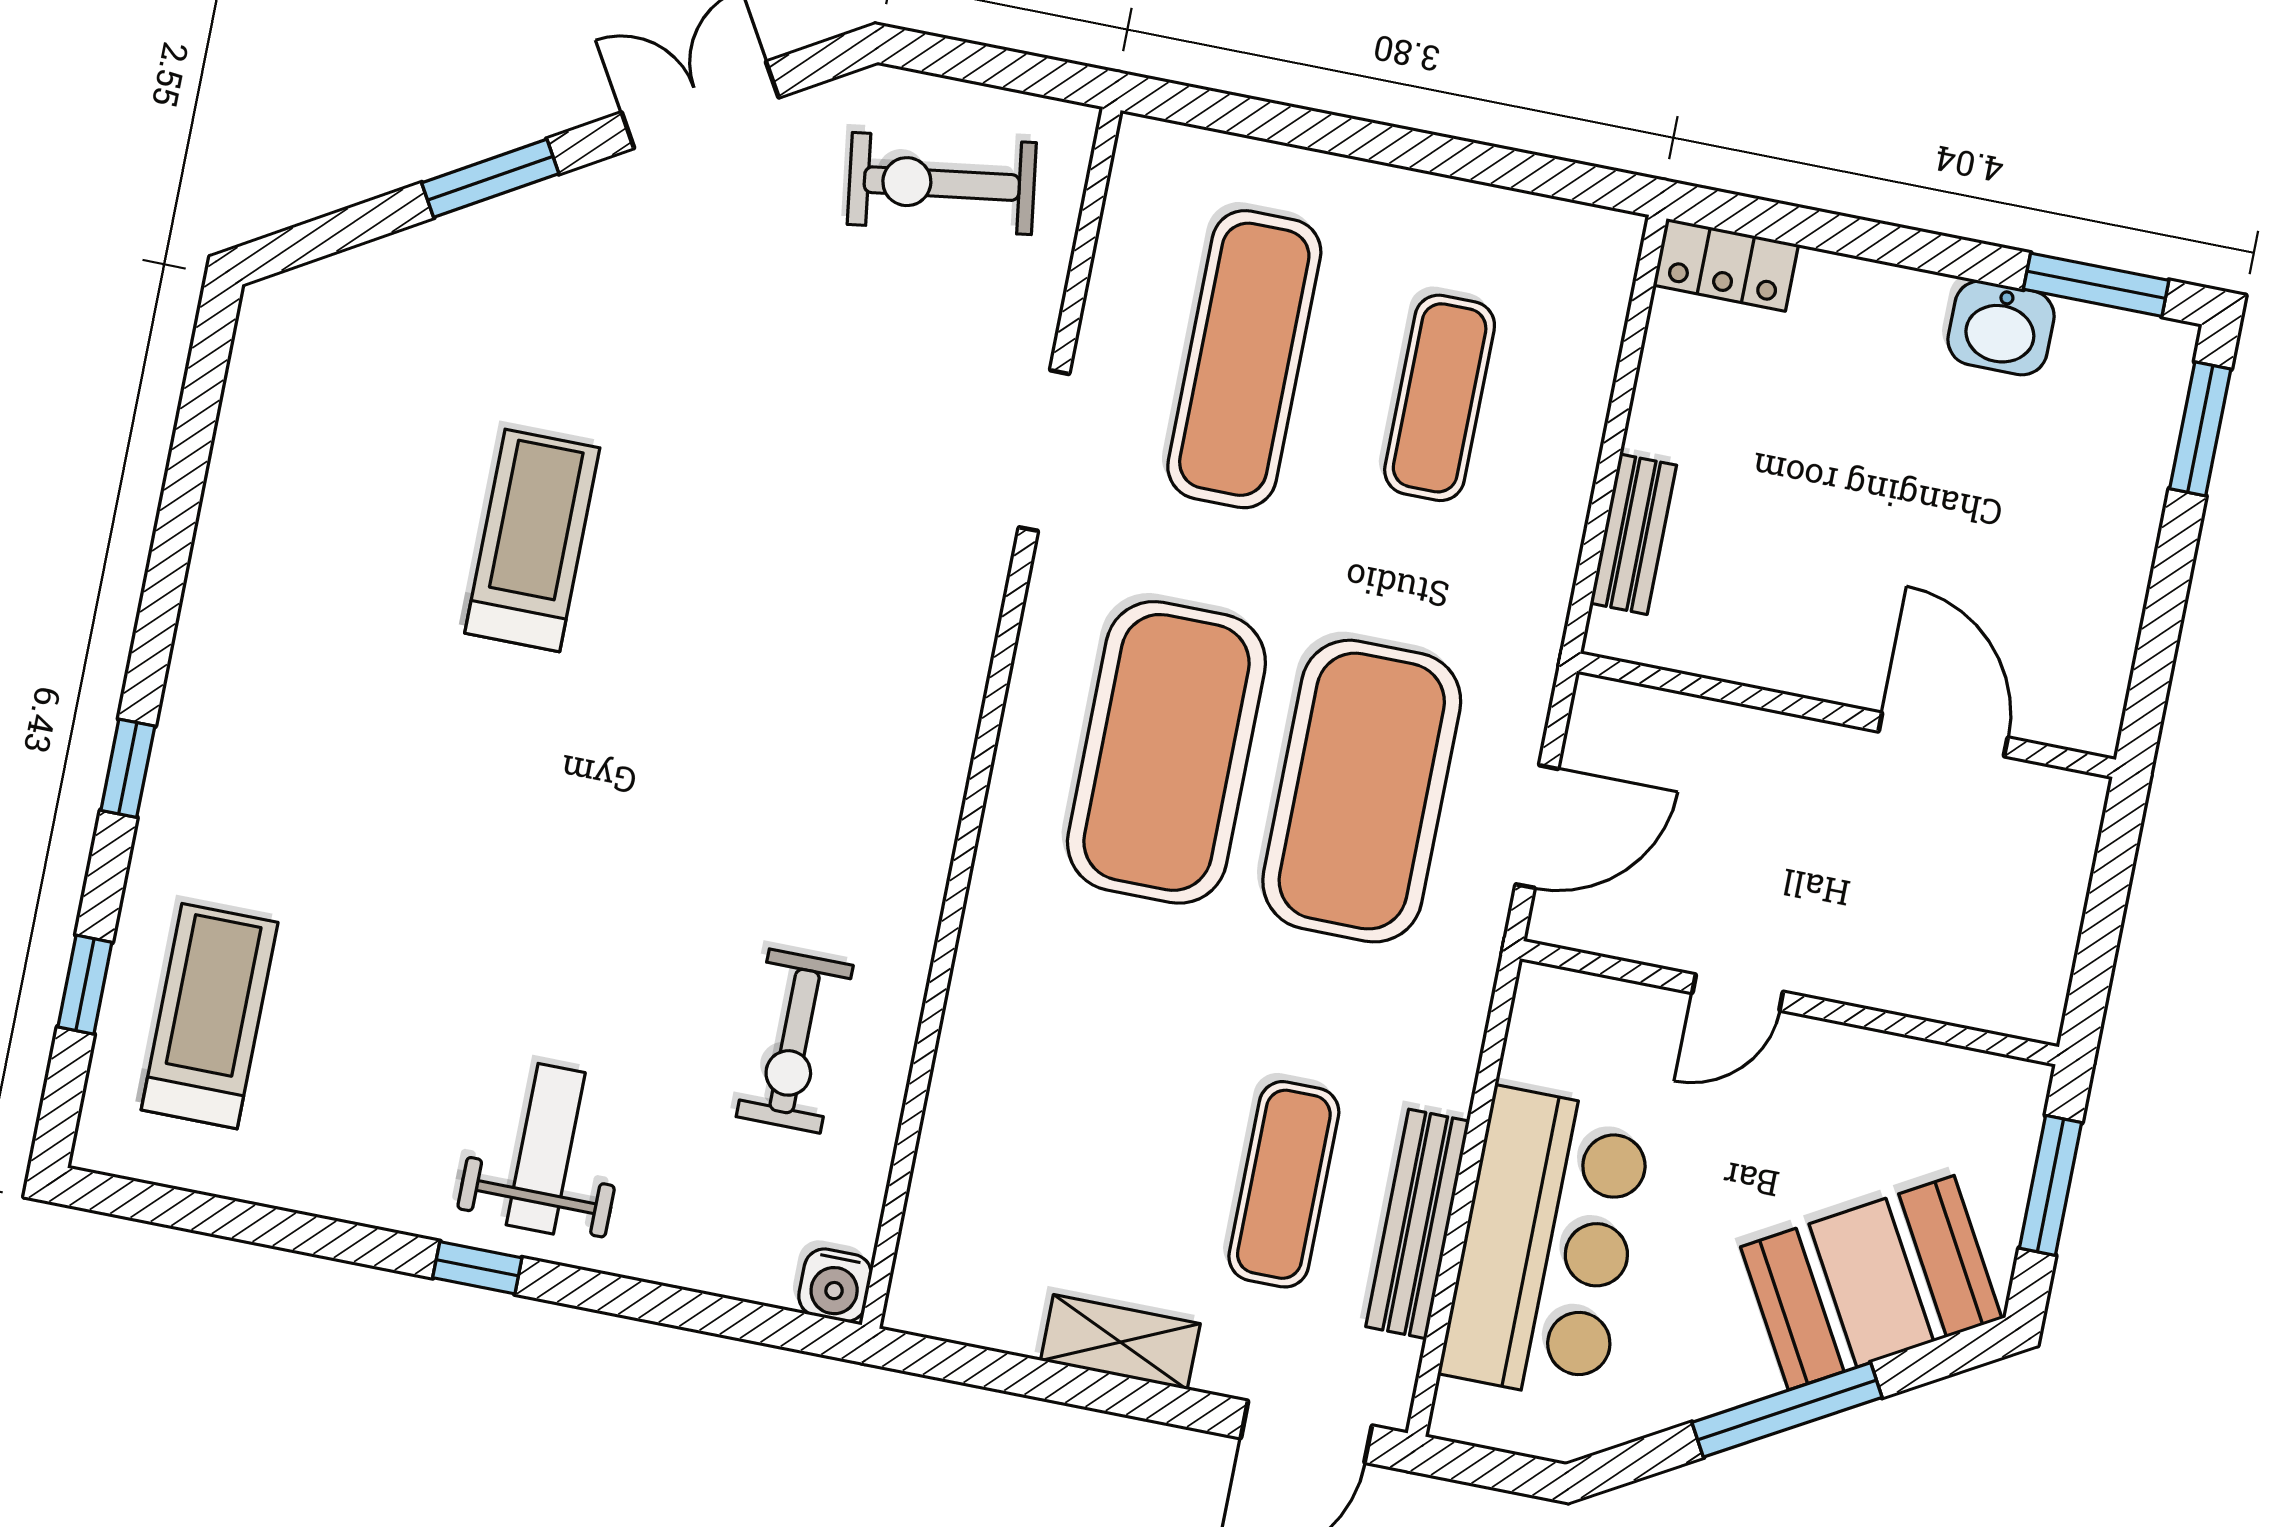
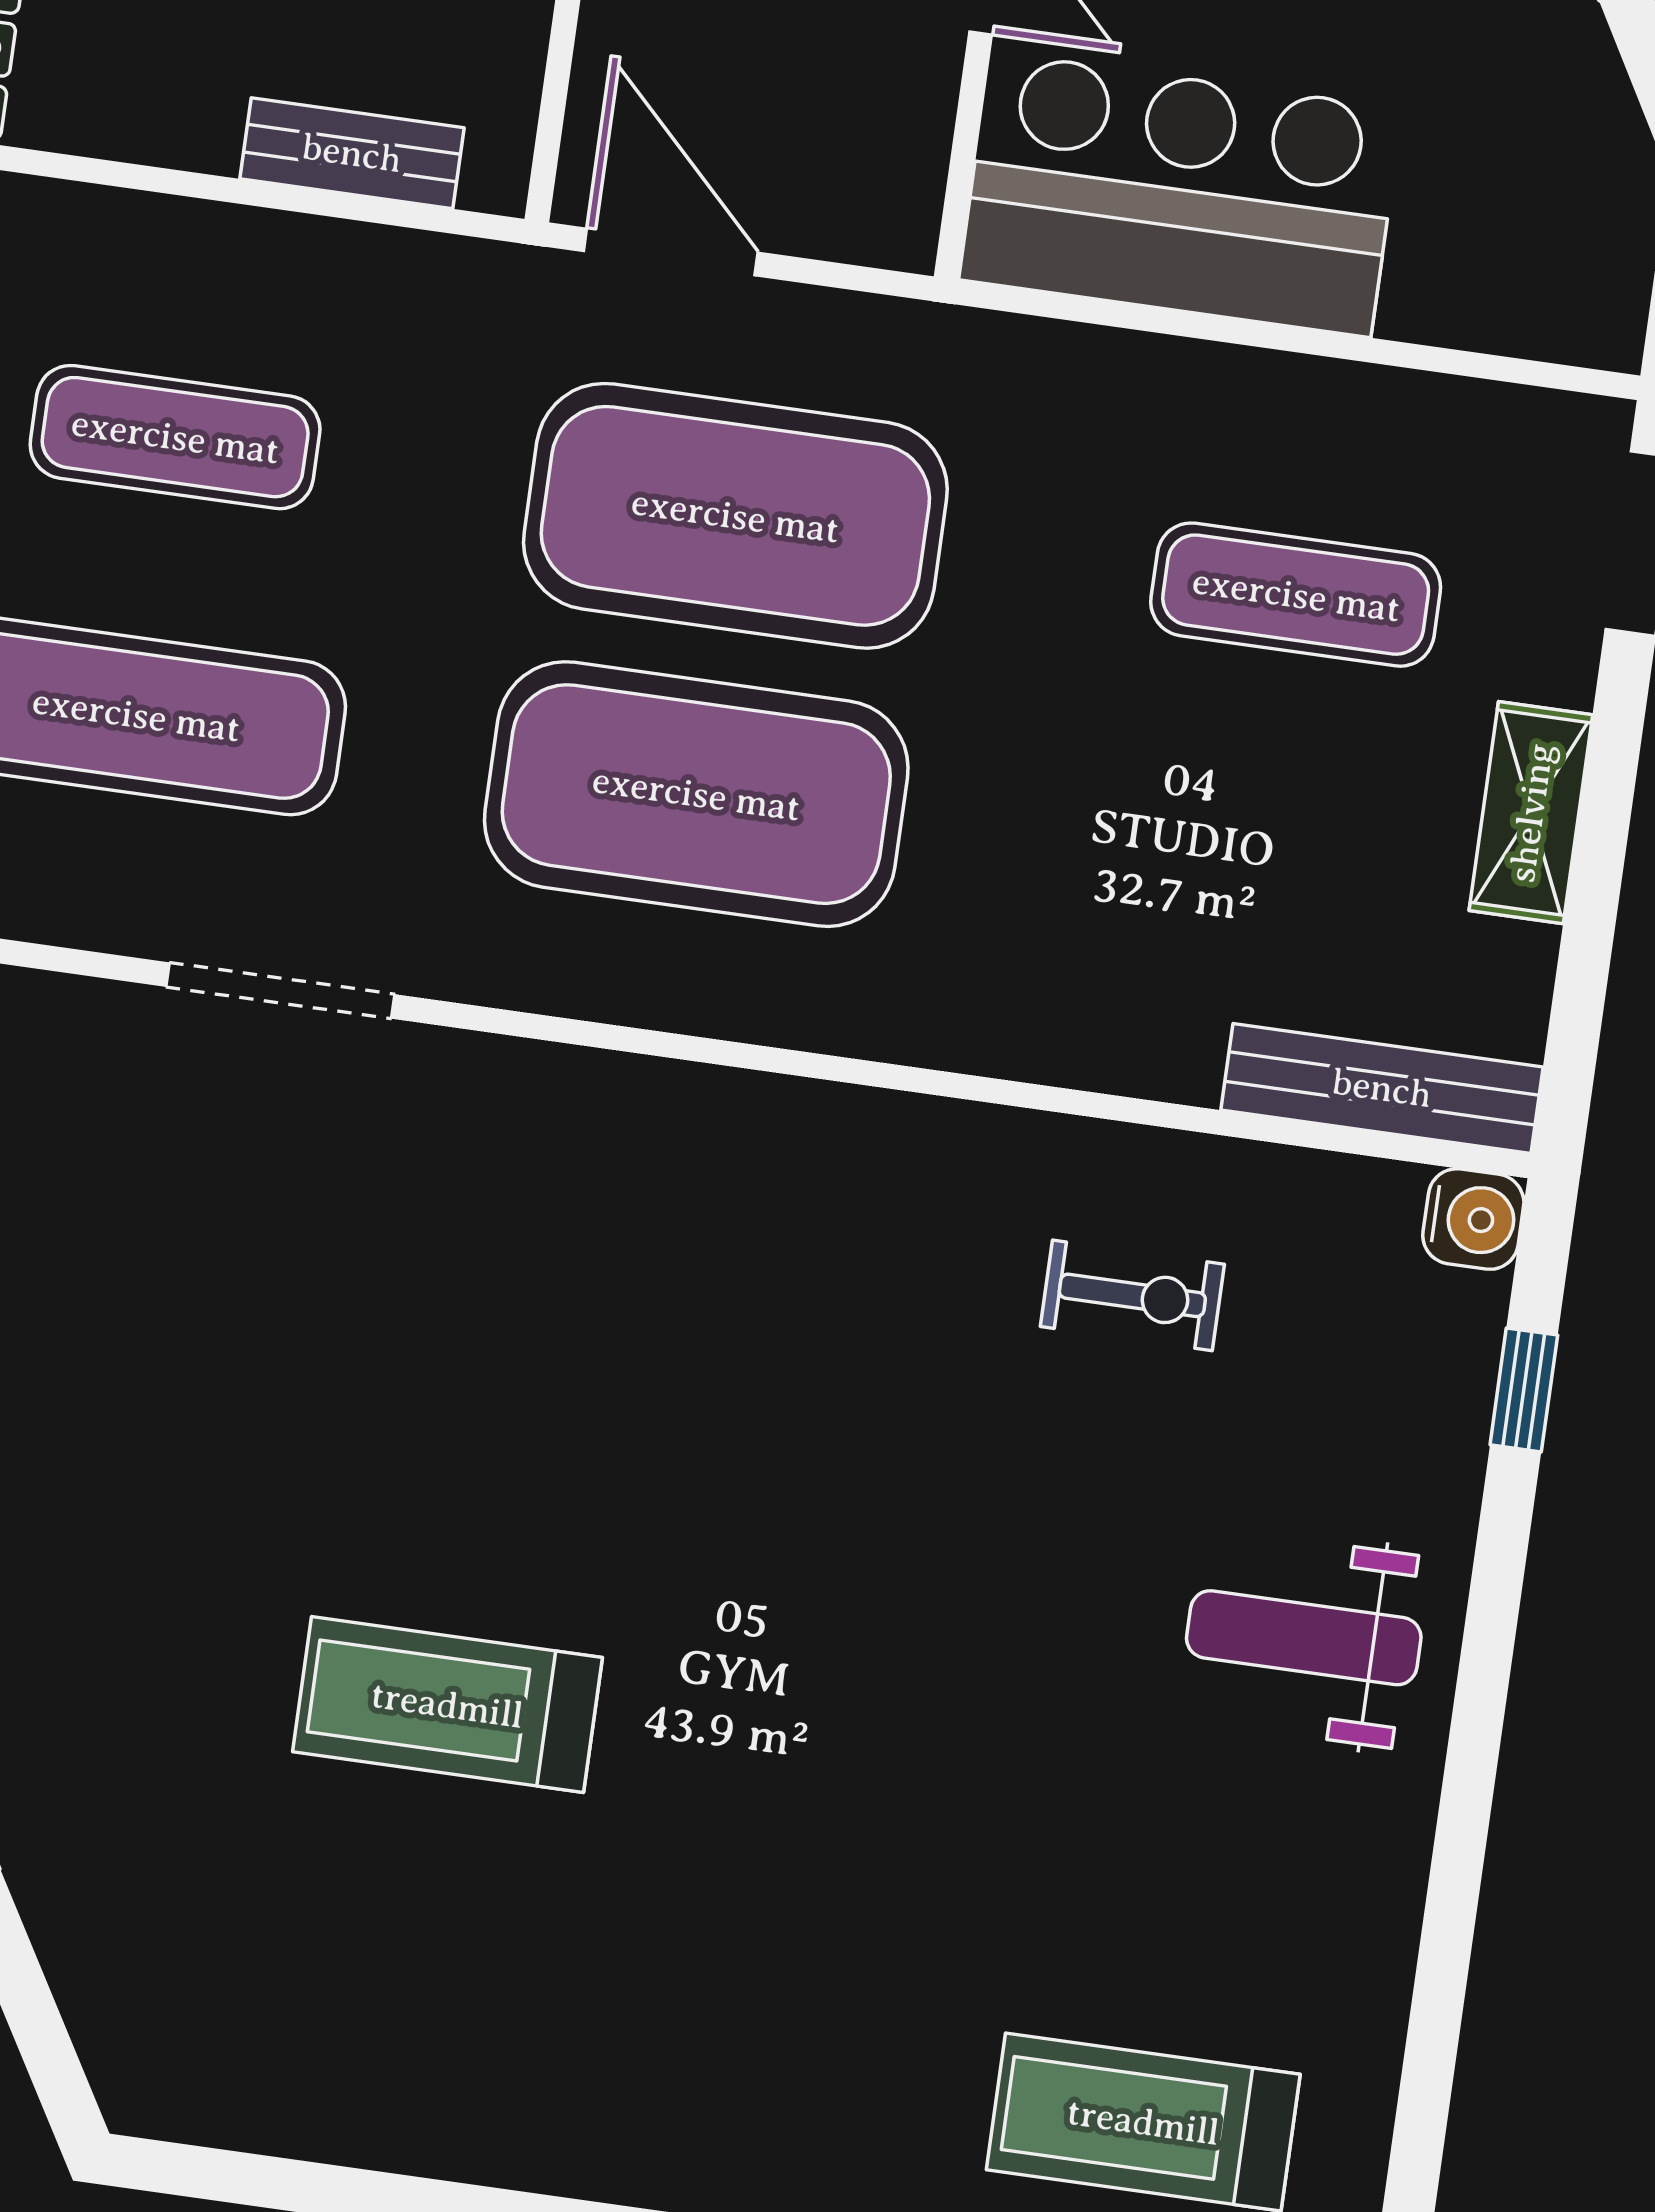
door: (1537, 827) -> (671, 252), moved
exercise bike: (795, 1041) -> (1132, 1295), width x0.73, depth x0.72
bench: (1418, 1224) -> (1382, 1088), moved
bar counter: (1547, 1245) -> (1181, 194), moved
window: (477, 1268) -> (1524, 1390), moved

